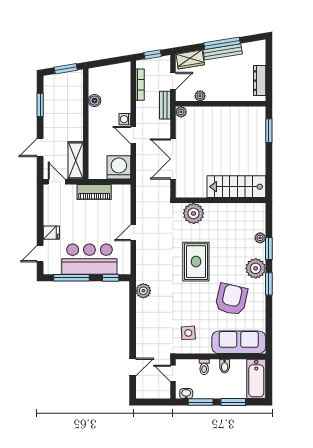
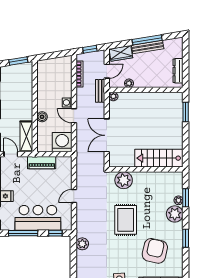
boiler: (95, 101) -> (42, 117), moved
window: (269, 248) -> (186, 198), moved
plant: (256, 268) -> (175, 214), moved

